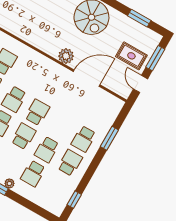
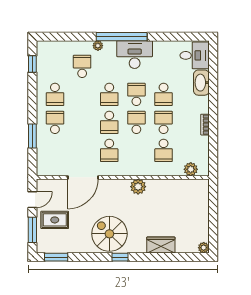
window: (139, 18) -> (56, 257), moved
plant: (66, 56) -> (138, 187), moved
door: (141, 84) -> (32, 200), hinge flipped
school desk: (47, 150) -> (109, 150), moved, turned 180

